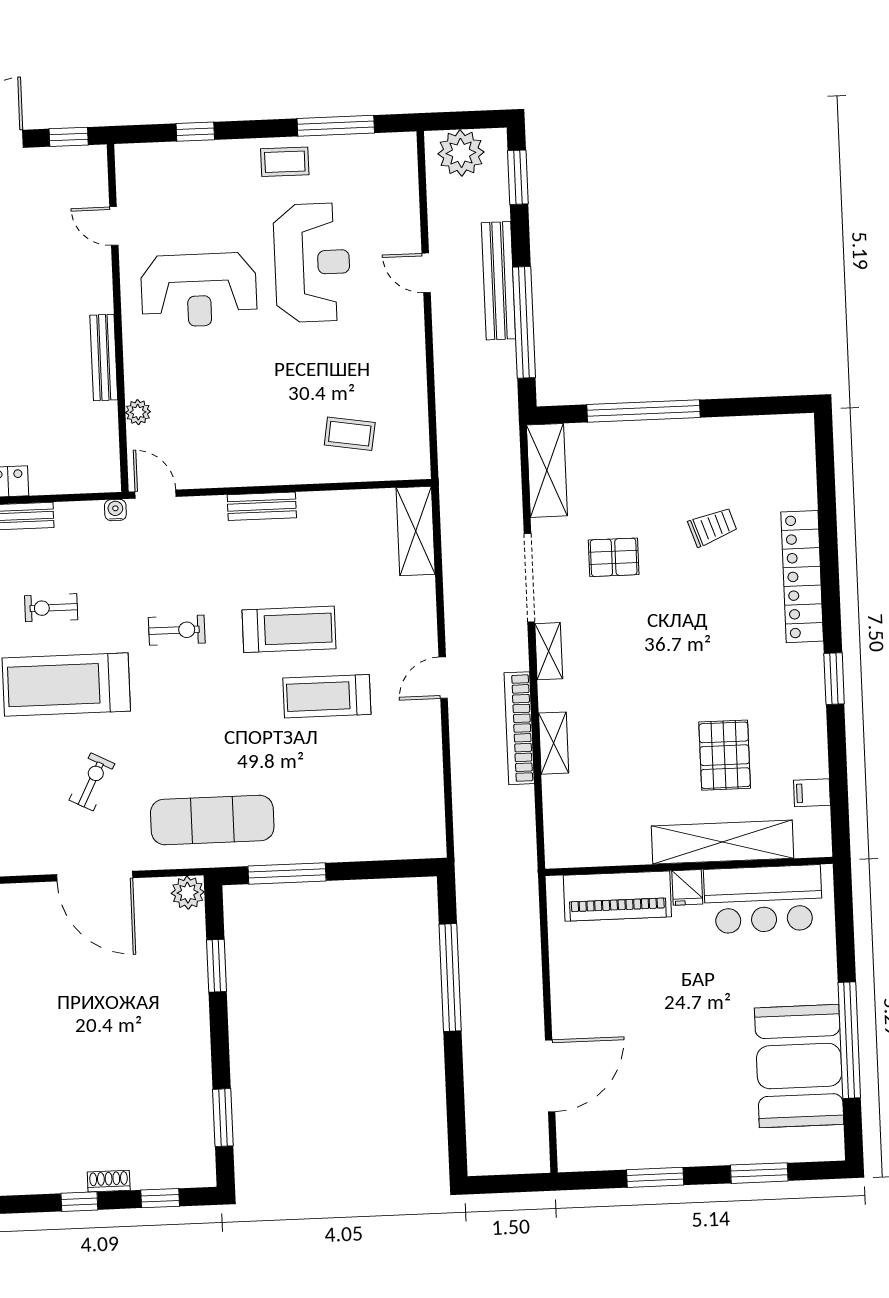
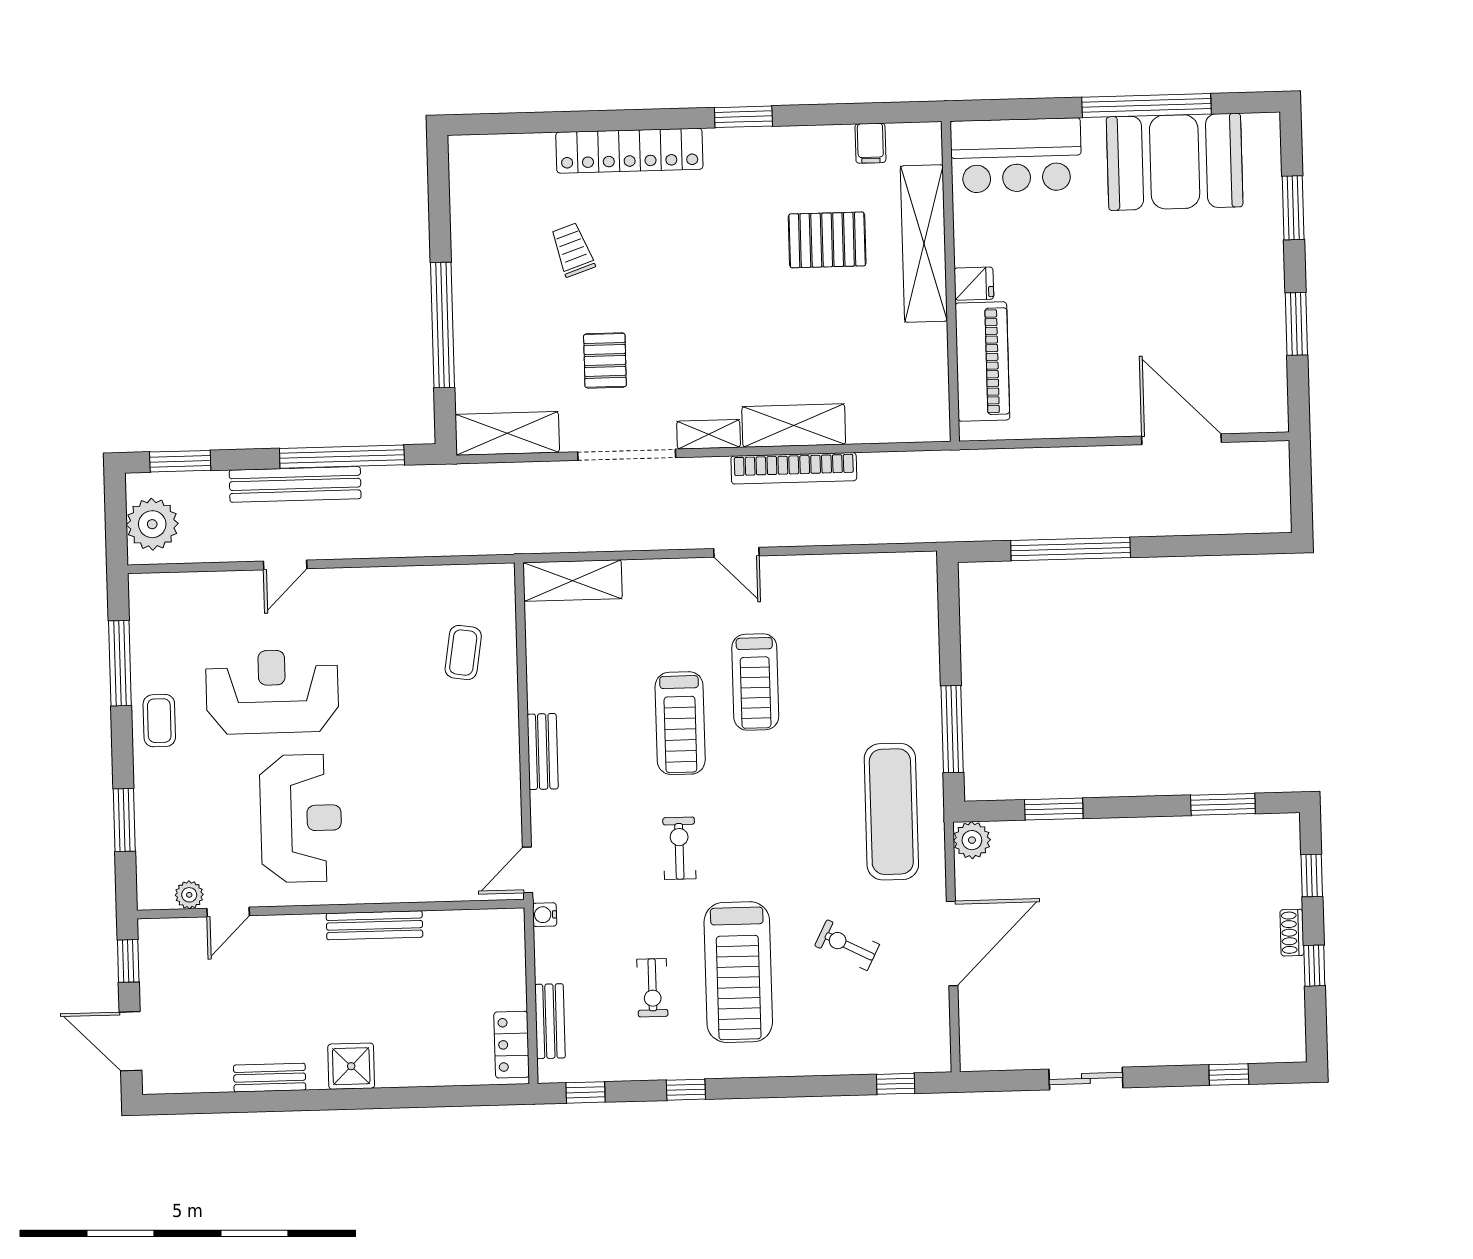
window: (195, 132) -> (124, 820), width x1.50
plant: (138, 412) -> (189, 895), moved
treadmill: (289, 629) -> (680, 723), turned 180
shelving: (554, 743) -> (794, 426), width x1.50, depth x1.33
bar counter: (763, 899) -> (1016, 155), moved, turned 90

